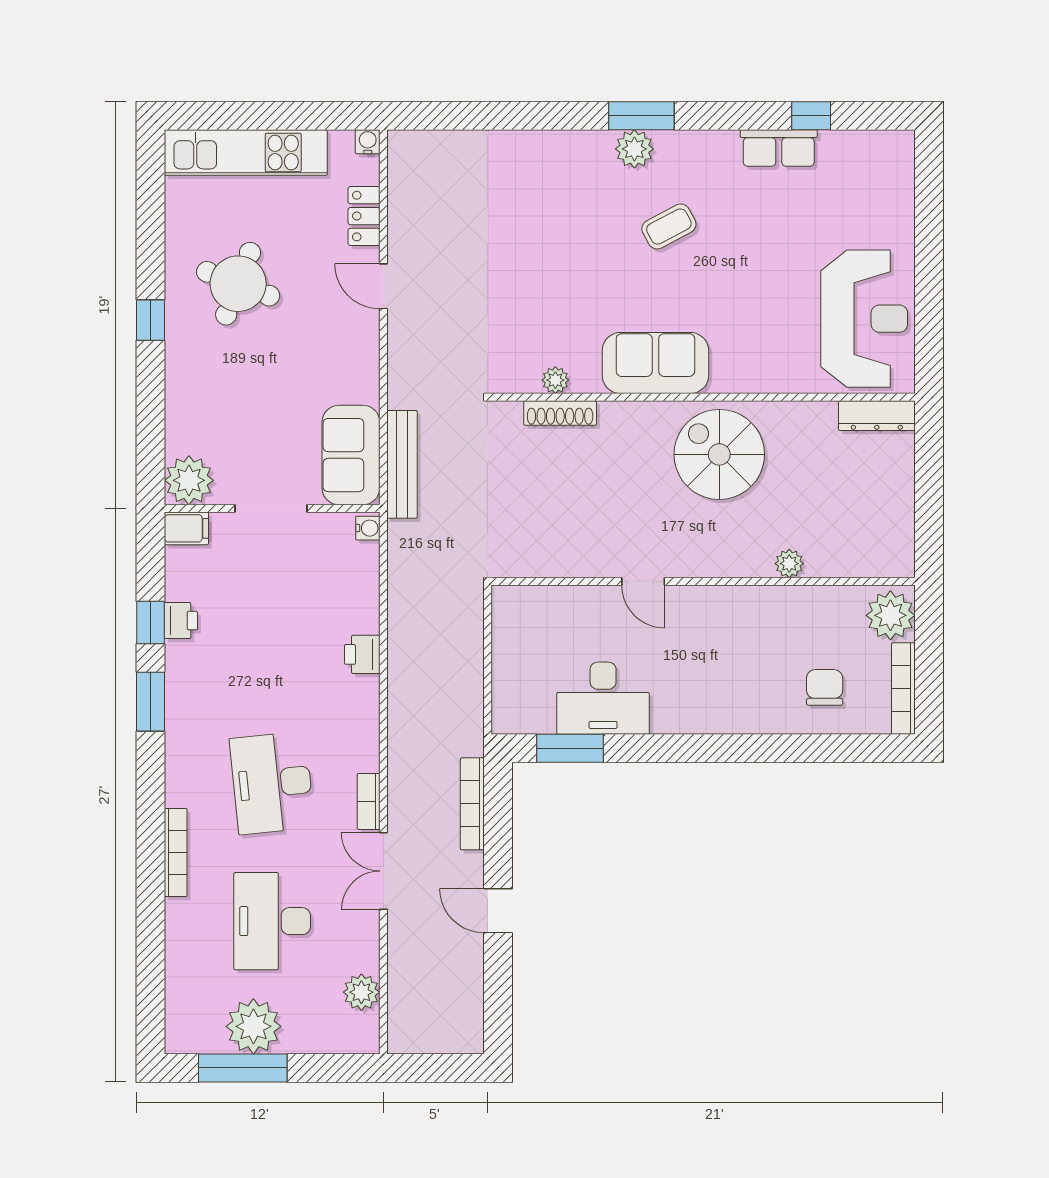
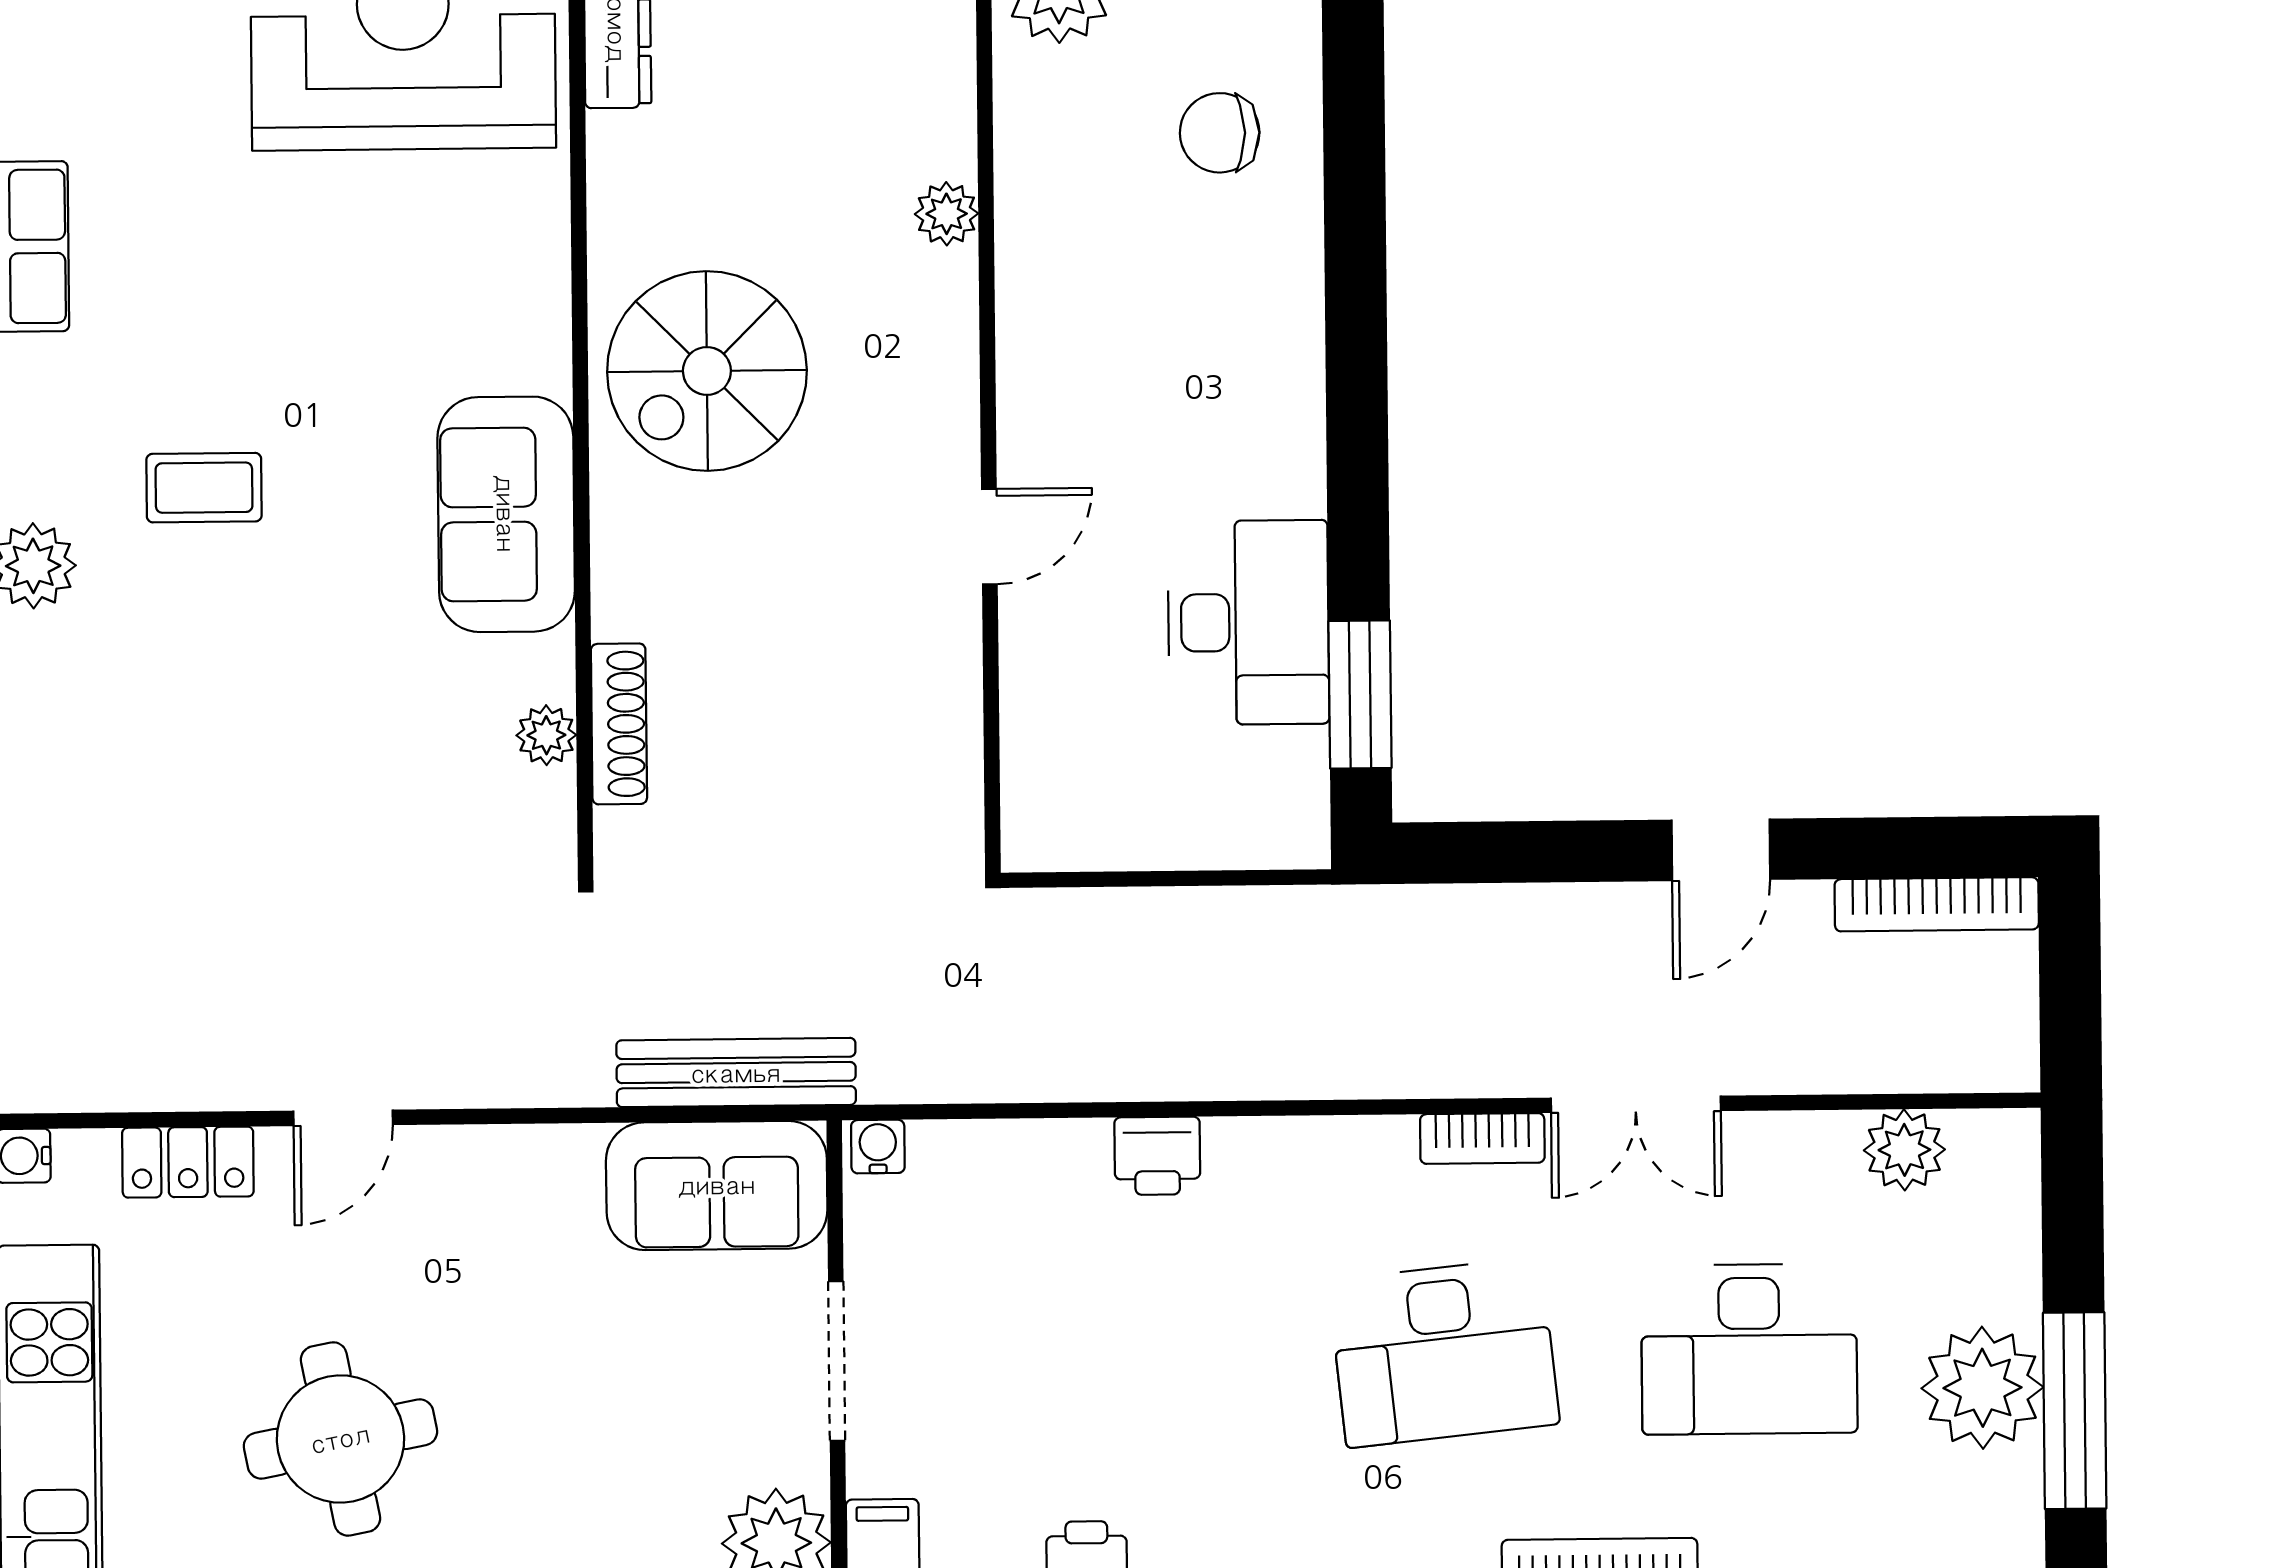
coffee table: (669, 226) -> (204, 488), turned -62
round table: (238, 284) -> (340, 1439), turned -32
bookcase: (472, 804) -> (1937, 904), moved

